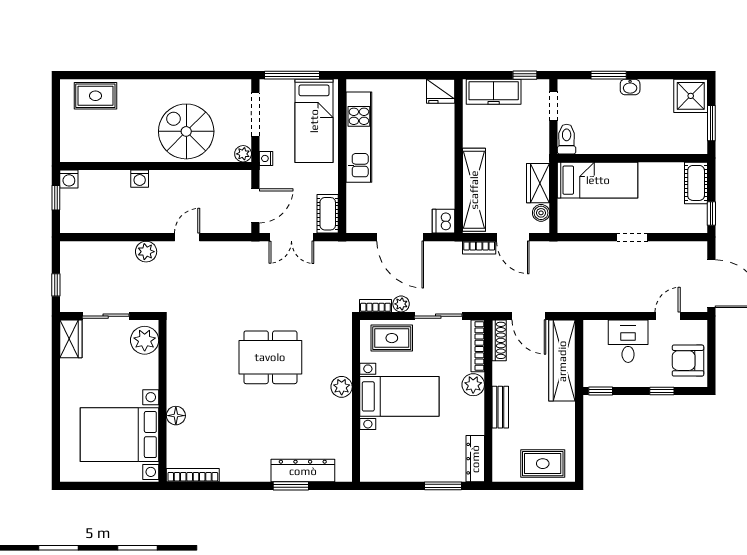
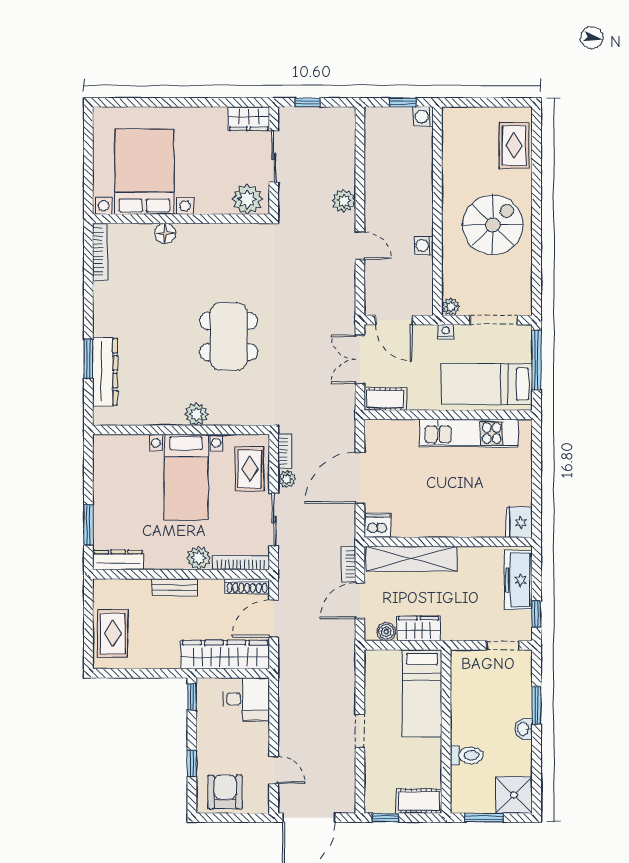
spiral stairs: (186, 131) -> (493, 225), moved
toilet: (567, 139) -> (467, 755), moved
washing machine: (140, 179) -> (424, 246), moved
desk: (628, 341) -> (246, 699), moved

